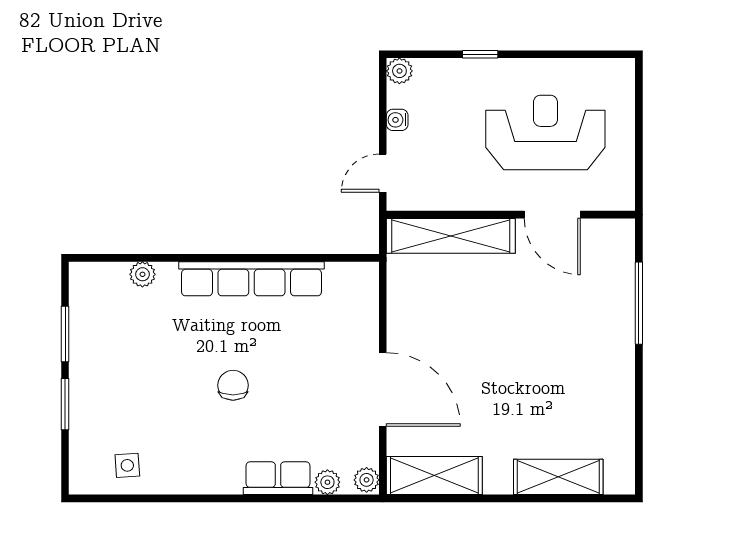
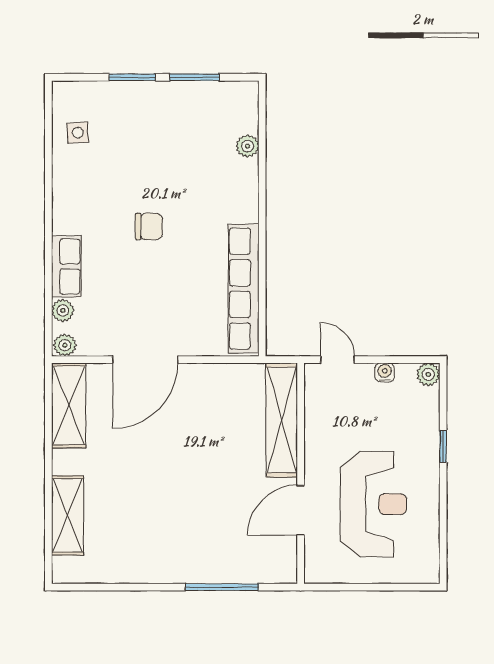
row of seats: (251, 279) -> (244, 289), moved

